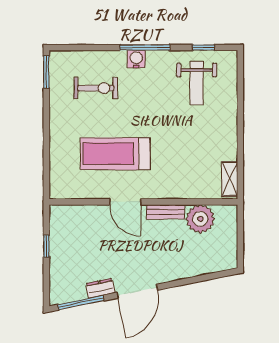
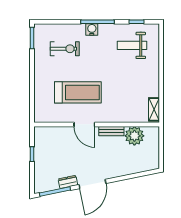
weight bench: (197, 83) -> (132, 45), turned 90
treadmill: (115, 154) -> (78, 92), turned 180

